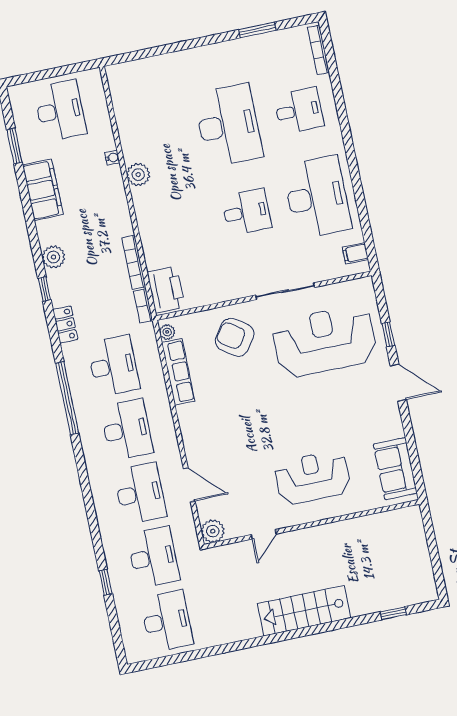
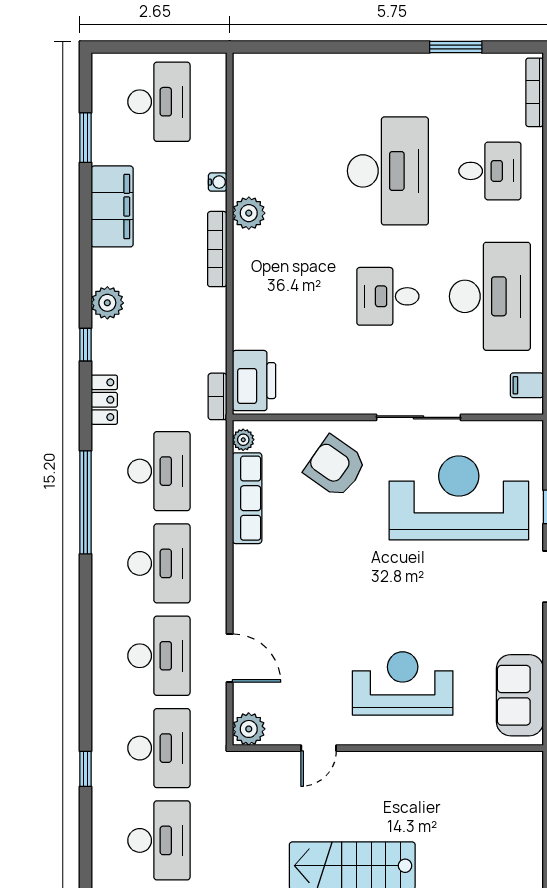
desk: (246, 212) -> (388, 296), turned 180
bookcase: (134, 262) -> (217, 249), moved

